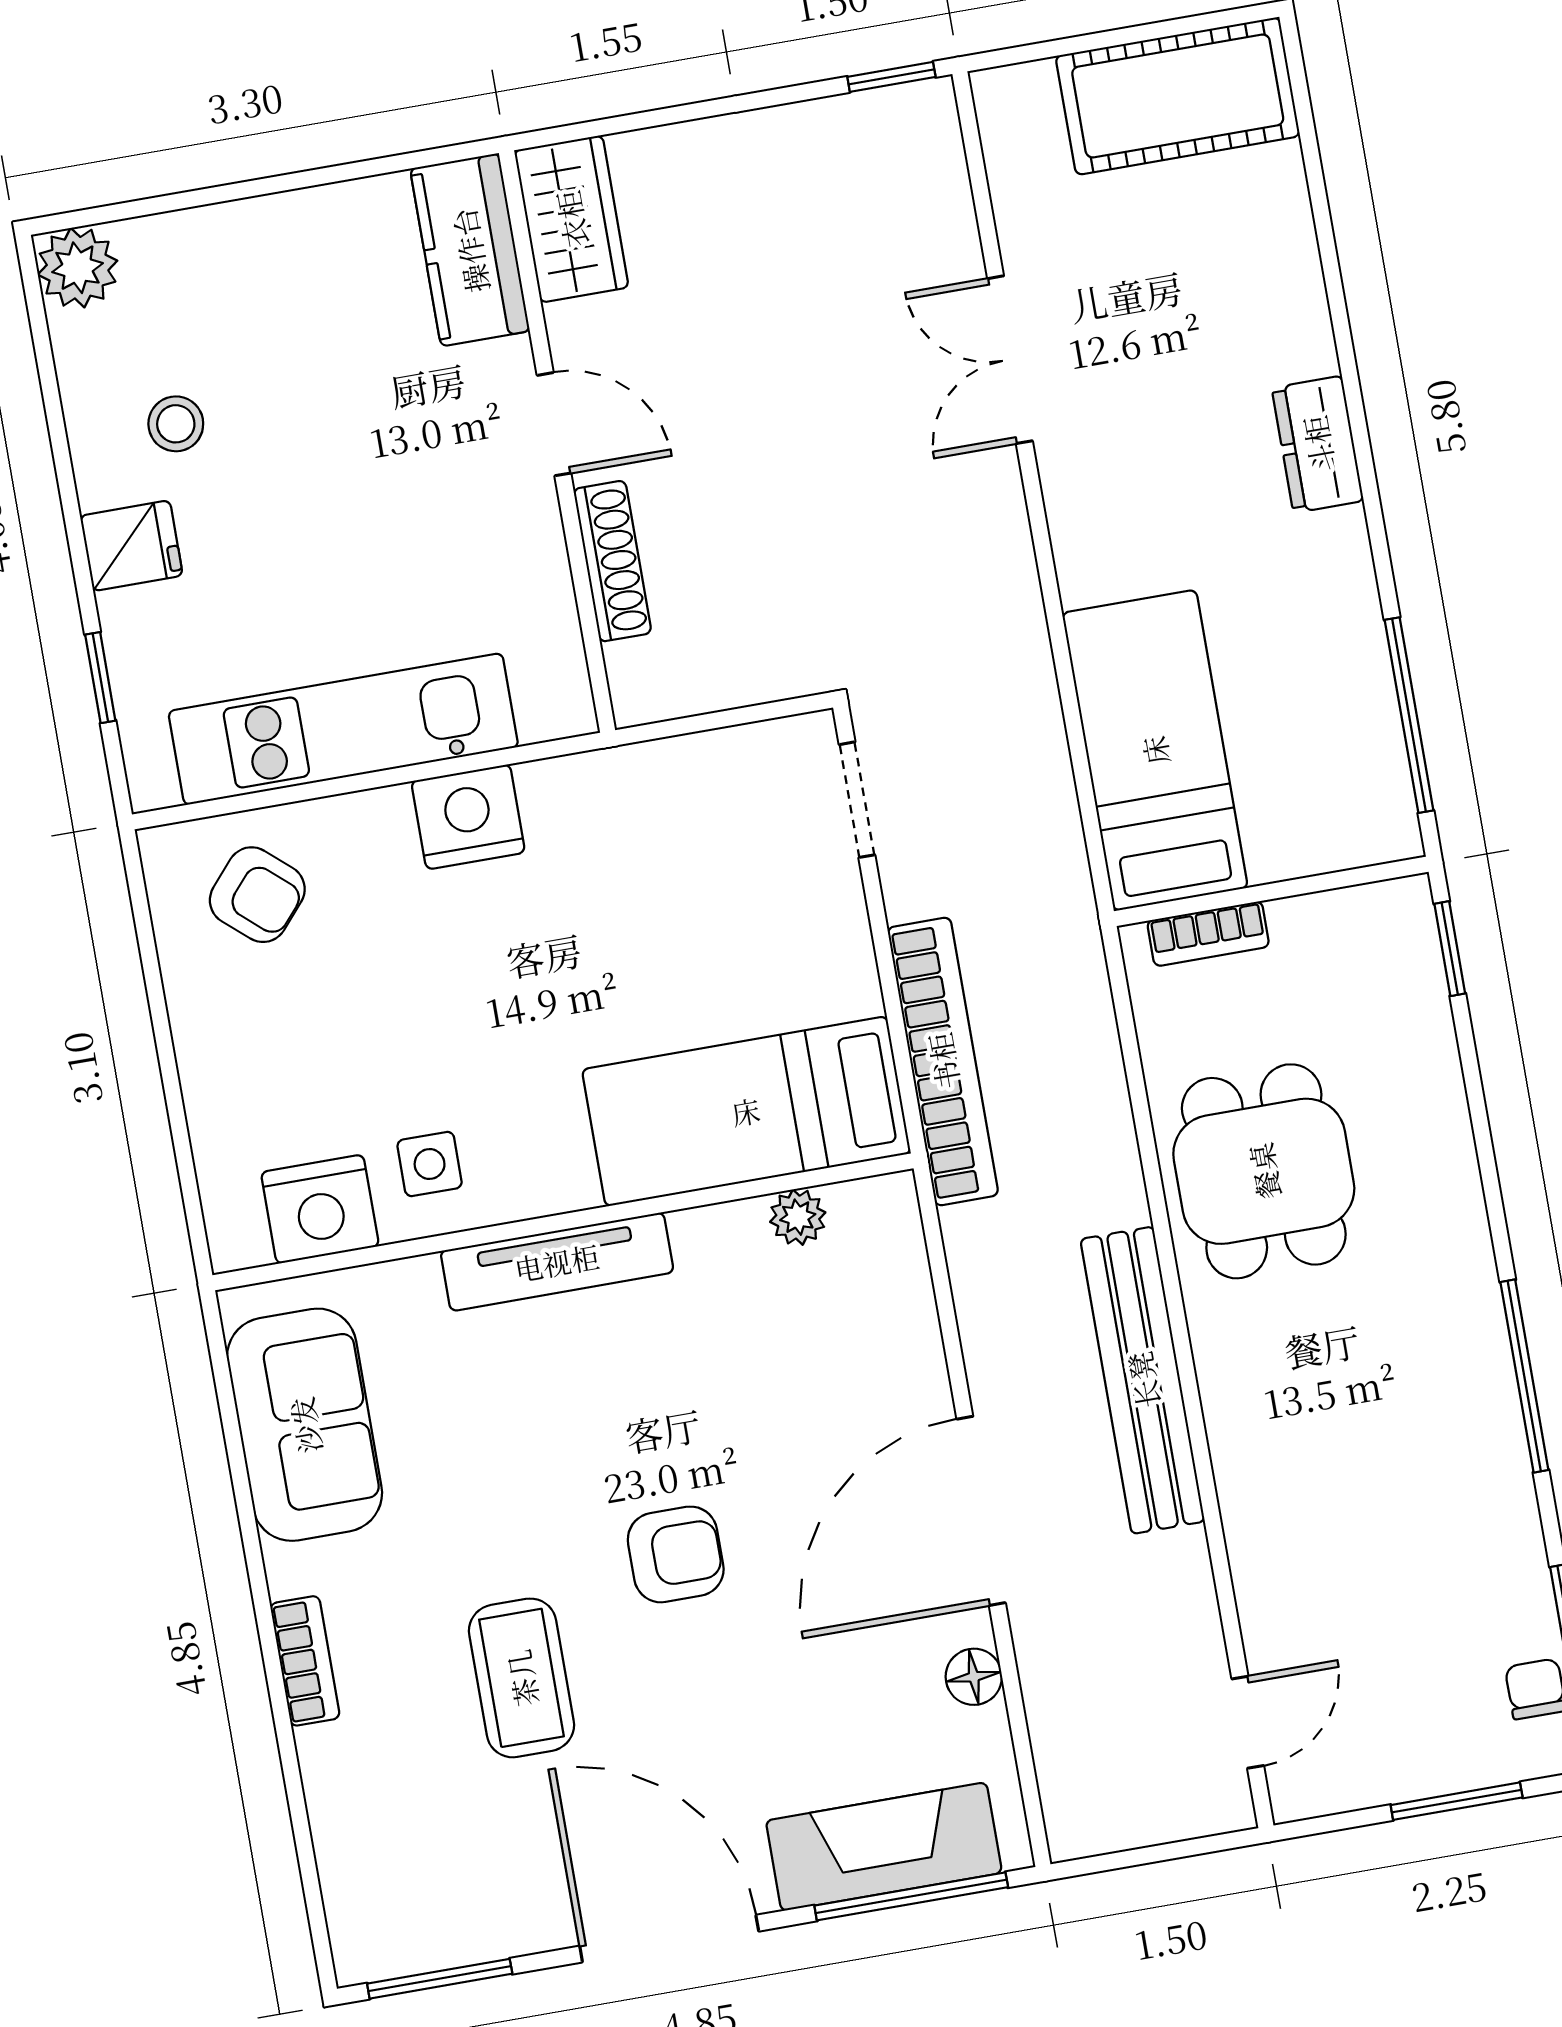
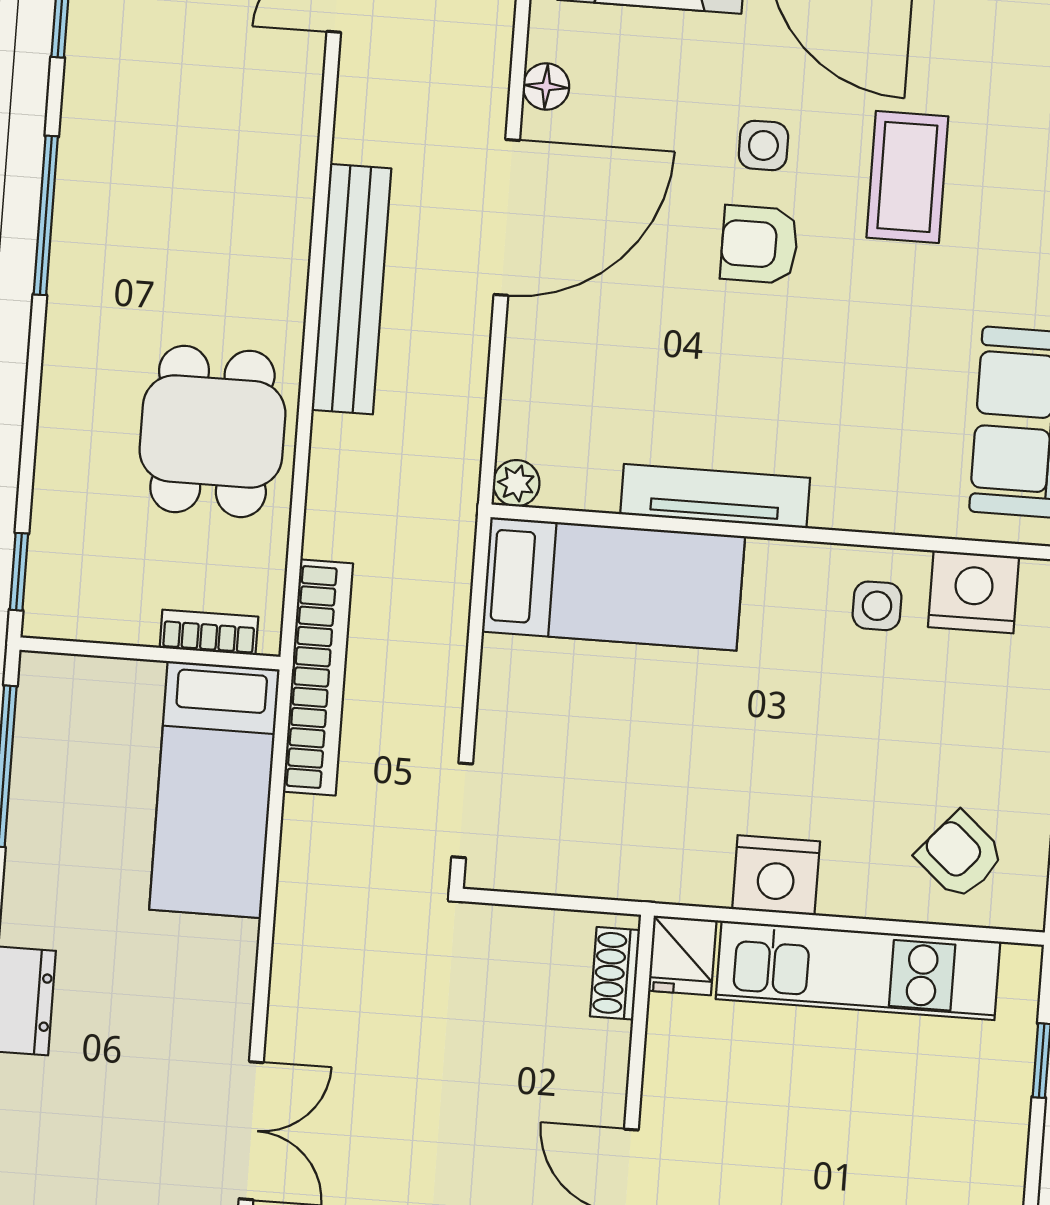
fridge: (131, 546) -> (682, 955), moved, turned -90
shoe rack: (612, 561) -> (615, 973), moved, width x0.70
bookcase: (943, 1061) -> (318, 677), moved, turned 180
plant: (798, 1217) -> (516, 483), moved
tv unit: (557, 1262) -> (715, 496), moved
side table: (700, 1672) -> (763, 145), added

